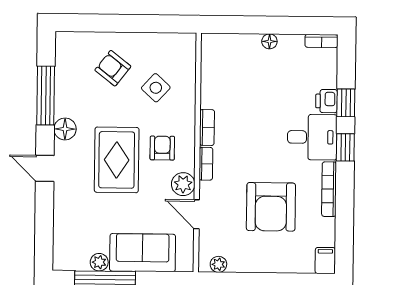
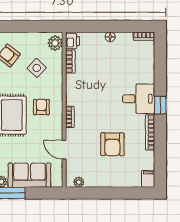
printer: (327, 101) -> (72, 41), moved, turned 180
window: (346, 103) -> (160, 76), removed
bookcase: (207, 127) -> (70, 62), moved
plant: (183, 184) -> (55, 43), moved
armchair: (271, 207) -> (112, 144), width x0.73, depth x0.73

